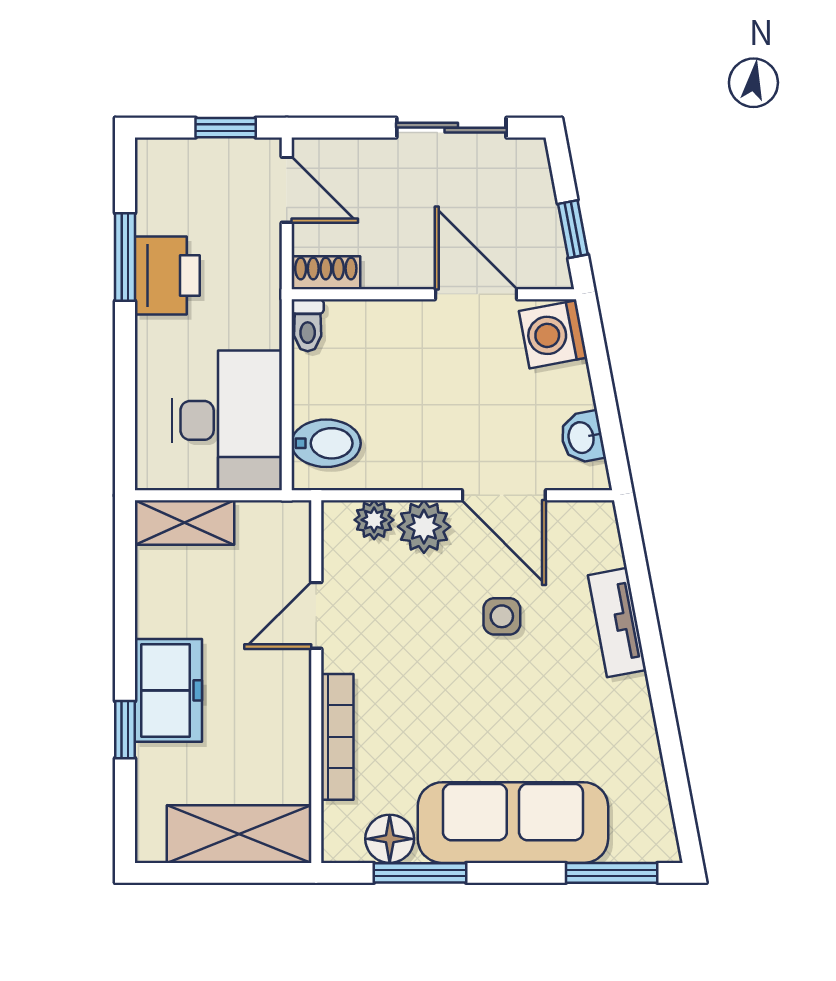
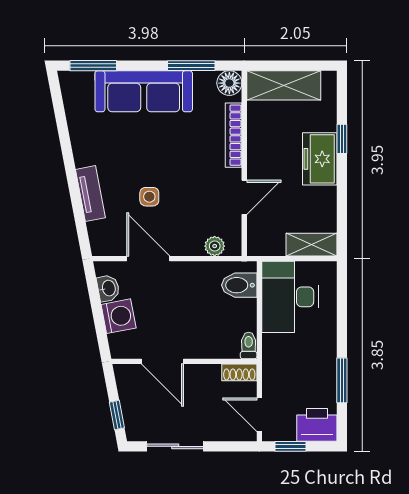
window: (573, 229) -> (117, 415), moved
printer: (167, 275) -> (317, 425), moved, turned 90
washing machine: (553, 334) -> (119, 316), moved
plant: (424, 527) -> (189, 243), removed
floor lamp: (390, 839) -> (229, 83), moved

